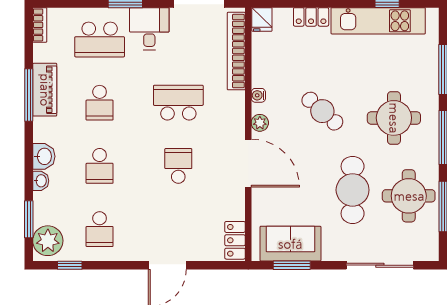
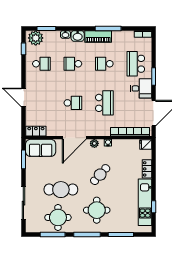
piano: (45, 90) -> (98, 36), moved
school desk: (100, 229) -> (41, 64), turned 180
sofa: (290, 244) -> (41, 148), moved, turned 90

